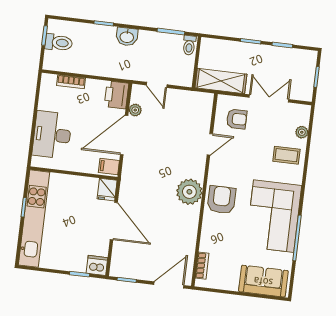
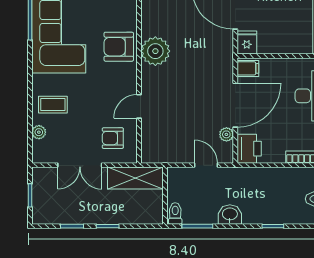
washbasin: (127, 37) -> (230, 214), moved
armchair: (222, 200) -> (119, 47), turned 90

